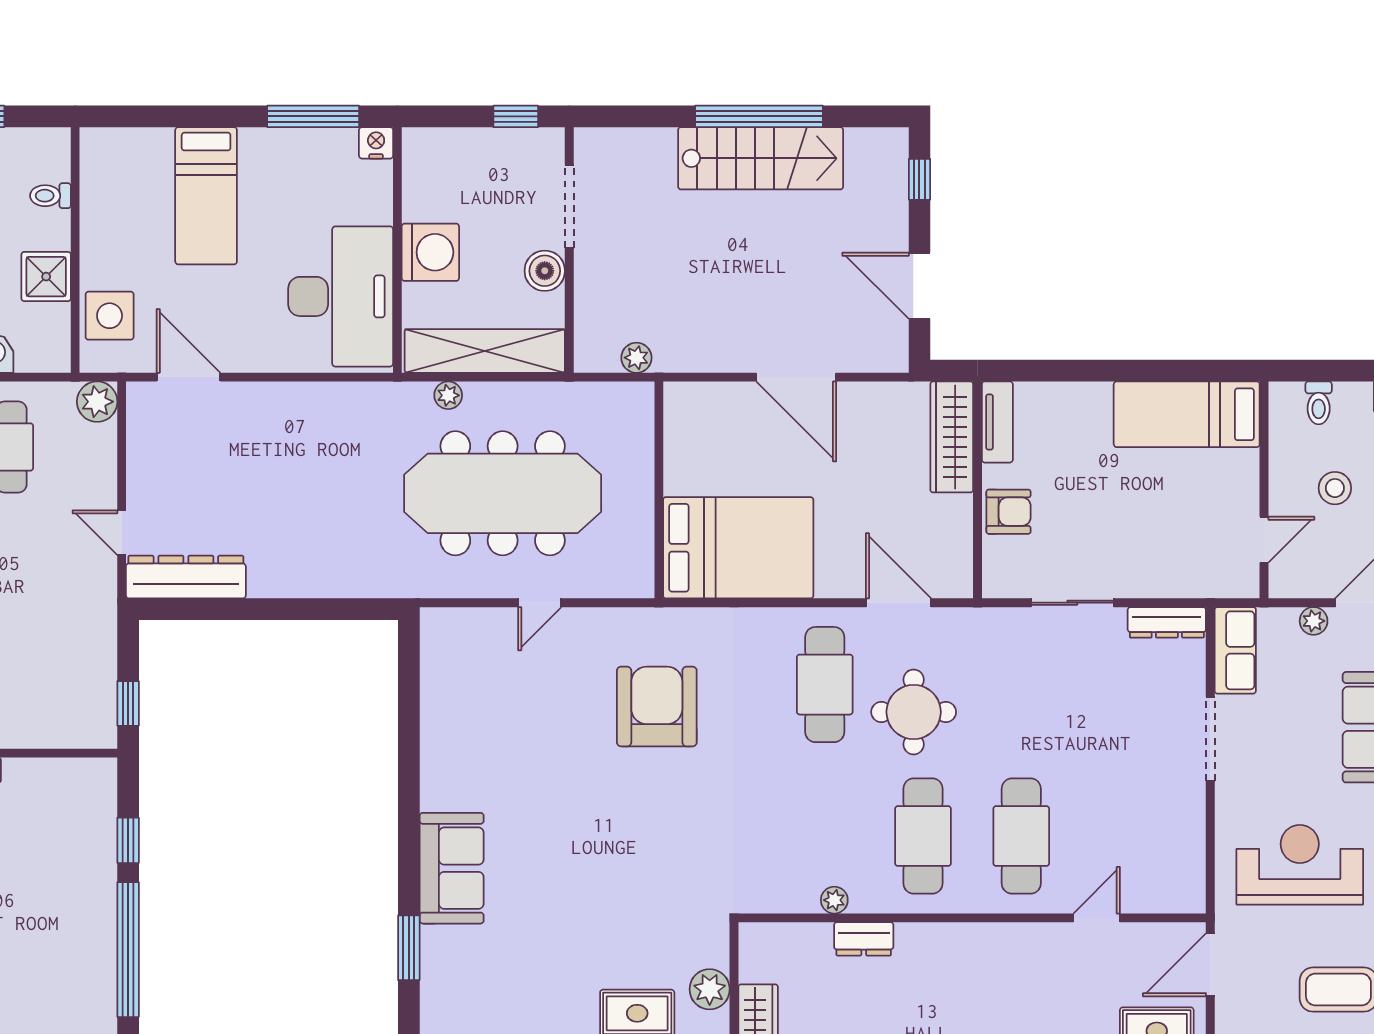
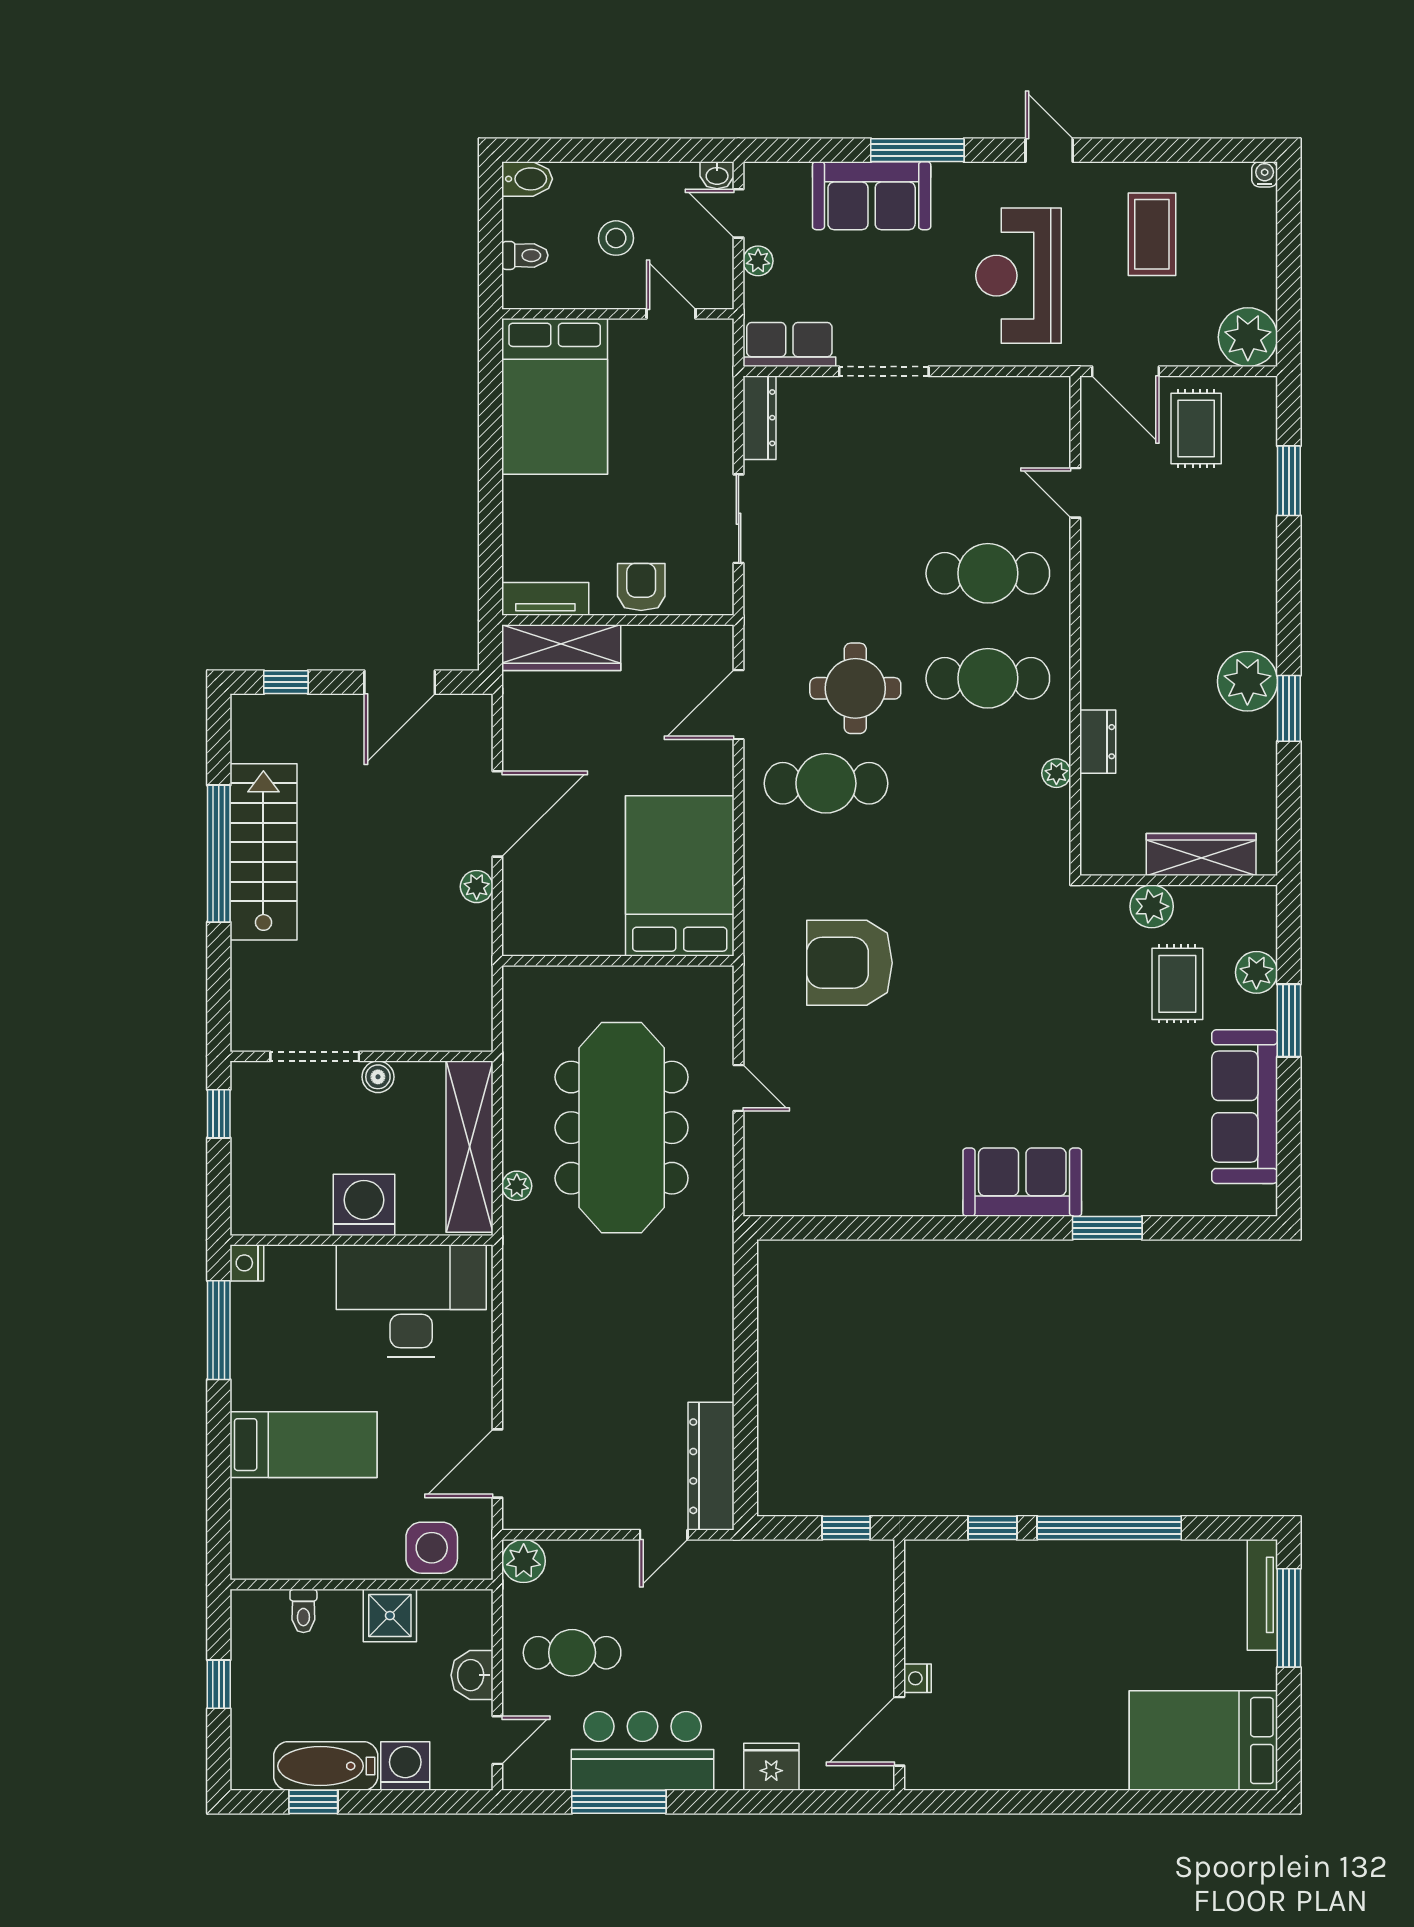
boiler: (545, 271) -> (378, 1077), width x0.73, depth x0.73
plant: (636, 358) -> (477, 887), moved
bed: (1187, 414) -> (555, 396), width x1.50

